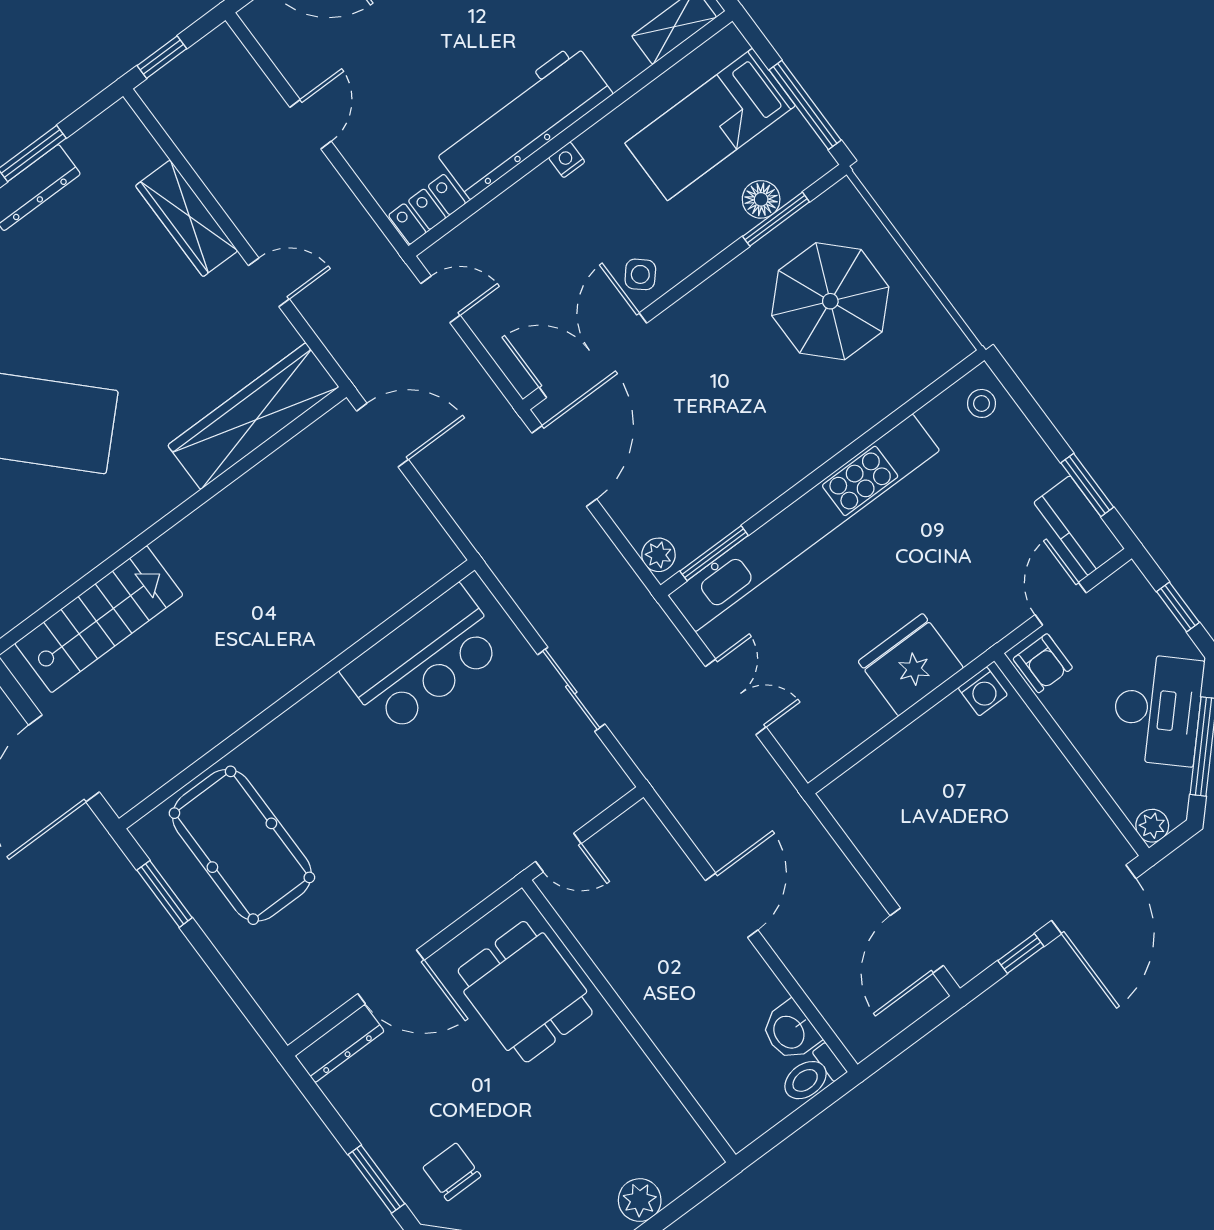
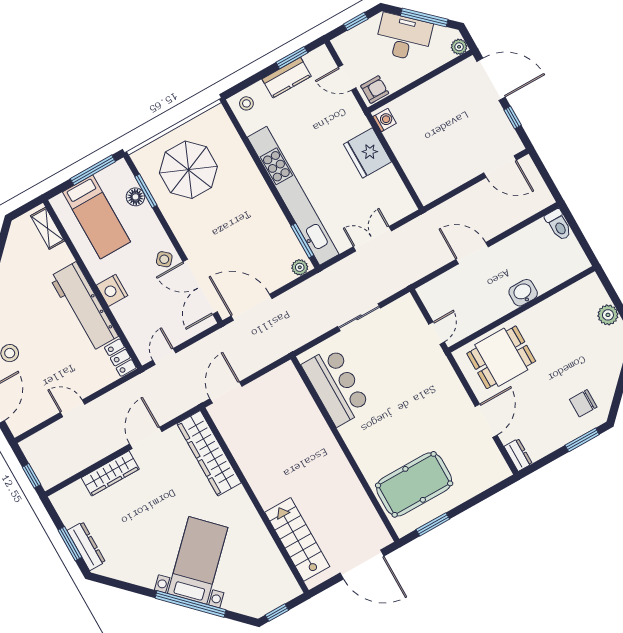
nightstand: (567, 160) -> (112, 290), width x1.89, depth x1.79
door: (269, 282) -> (146, 438), width x1.38
kitchen counter: (1079, 526) -> (287, 78), moved
washbasin: (790, 1031) -> (523, 293), moved, turned 180
dresser: (340, 1044) -> (518, 455), width x0.70

